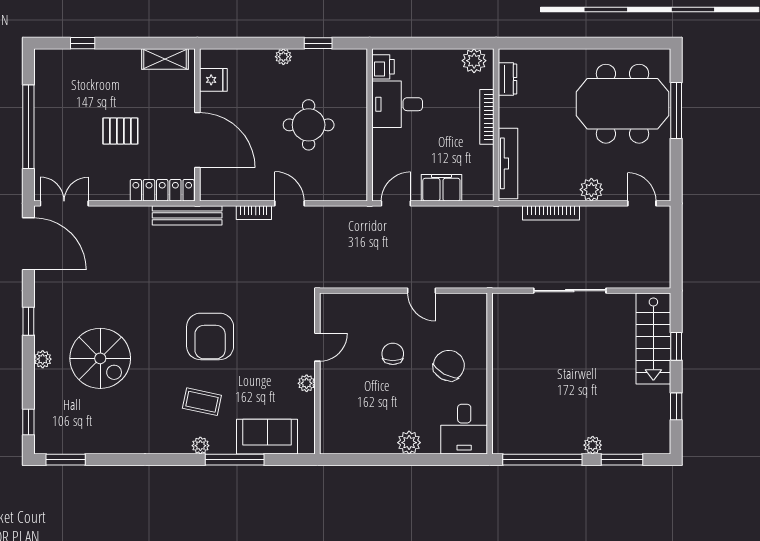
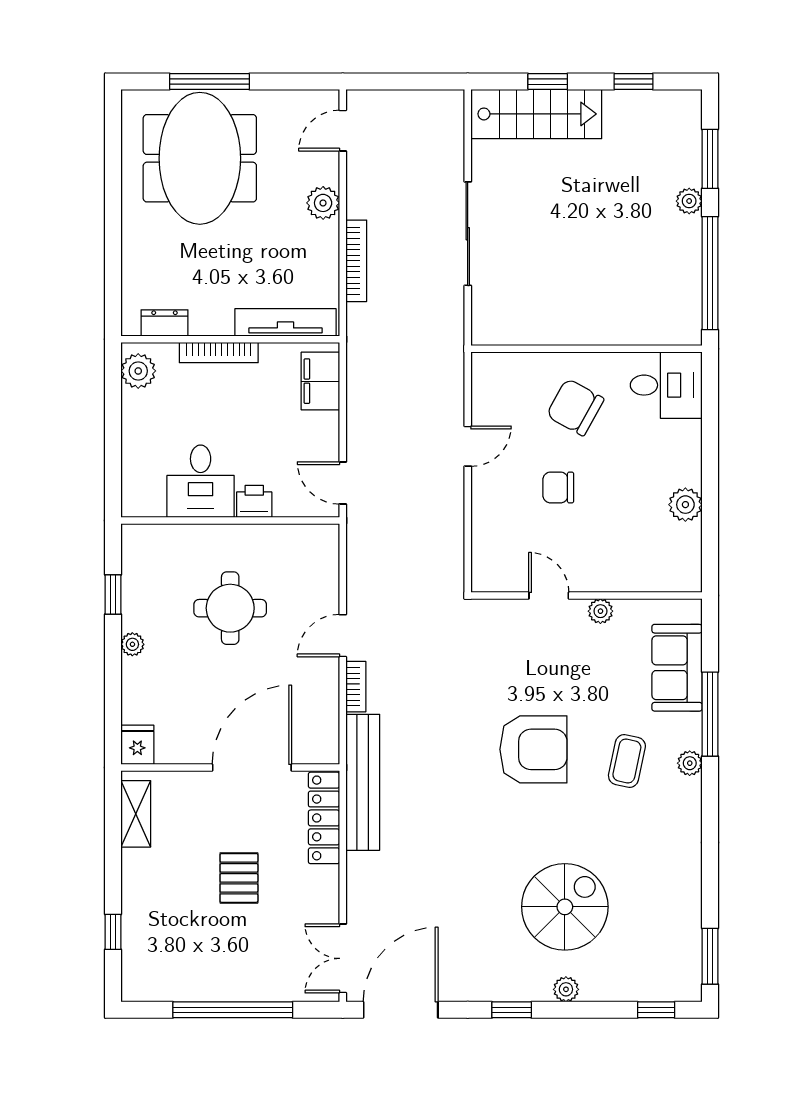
printer: (383, 67) -> (254, 501), moved
fridge: (213, 80) -> (137, 745), moved
filing cabinet: (441, 188) -> (320, 381), moved
bench: (187, 215) -> (363, 782), width x1.37, depth x1.21
plant: (409, 443) -> (685, 505), moved

